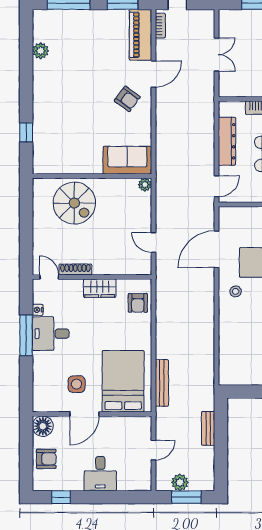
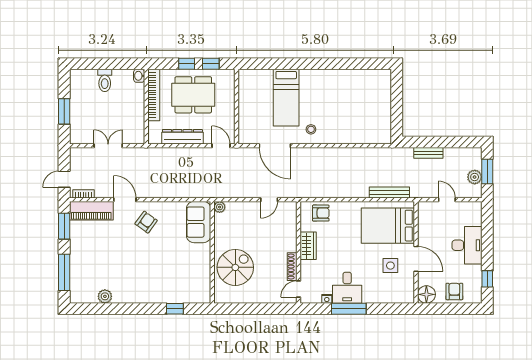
desk: (100, 474) -> (467, 245), width x1.37

